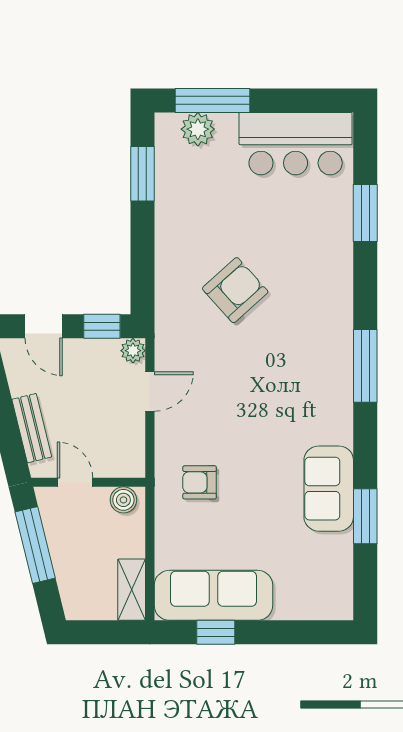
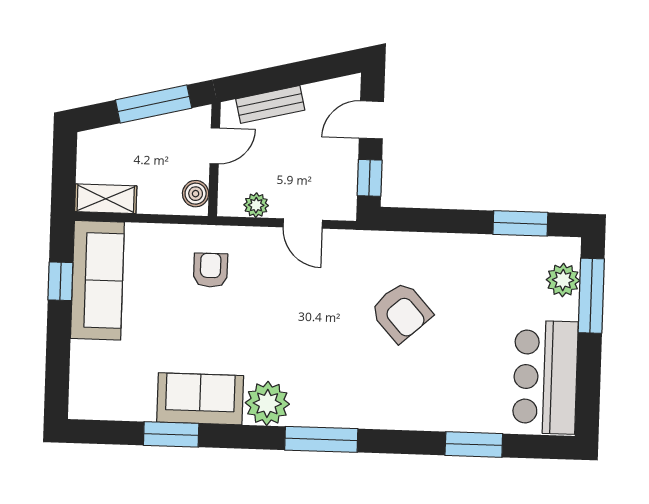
plant: (133, 351) -> (256, 205), moved
plant: (331, 421) -> (267, 403), added

